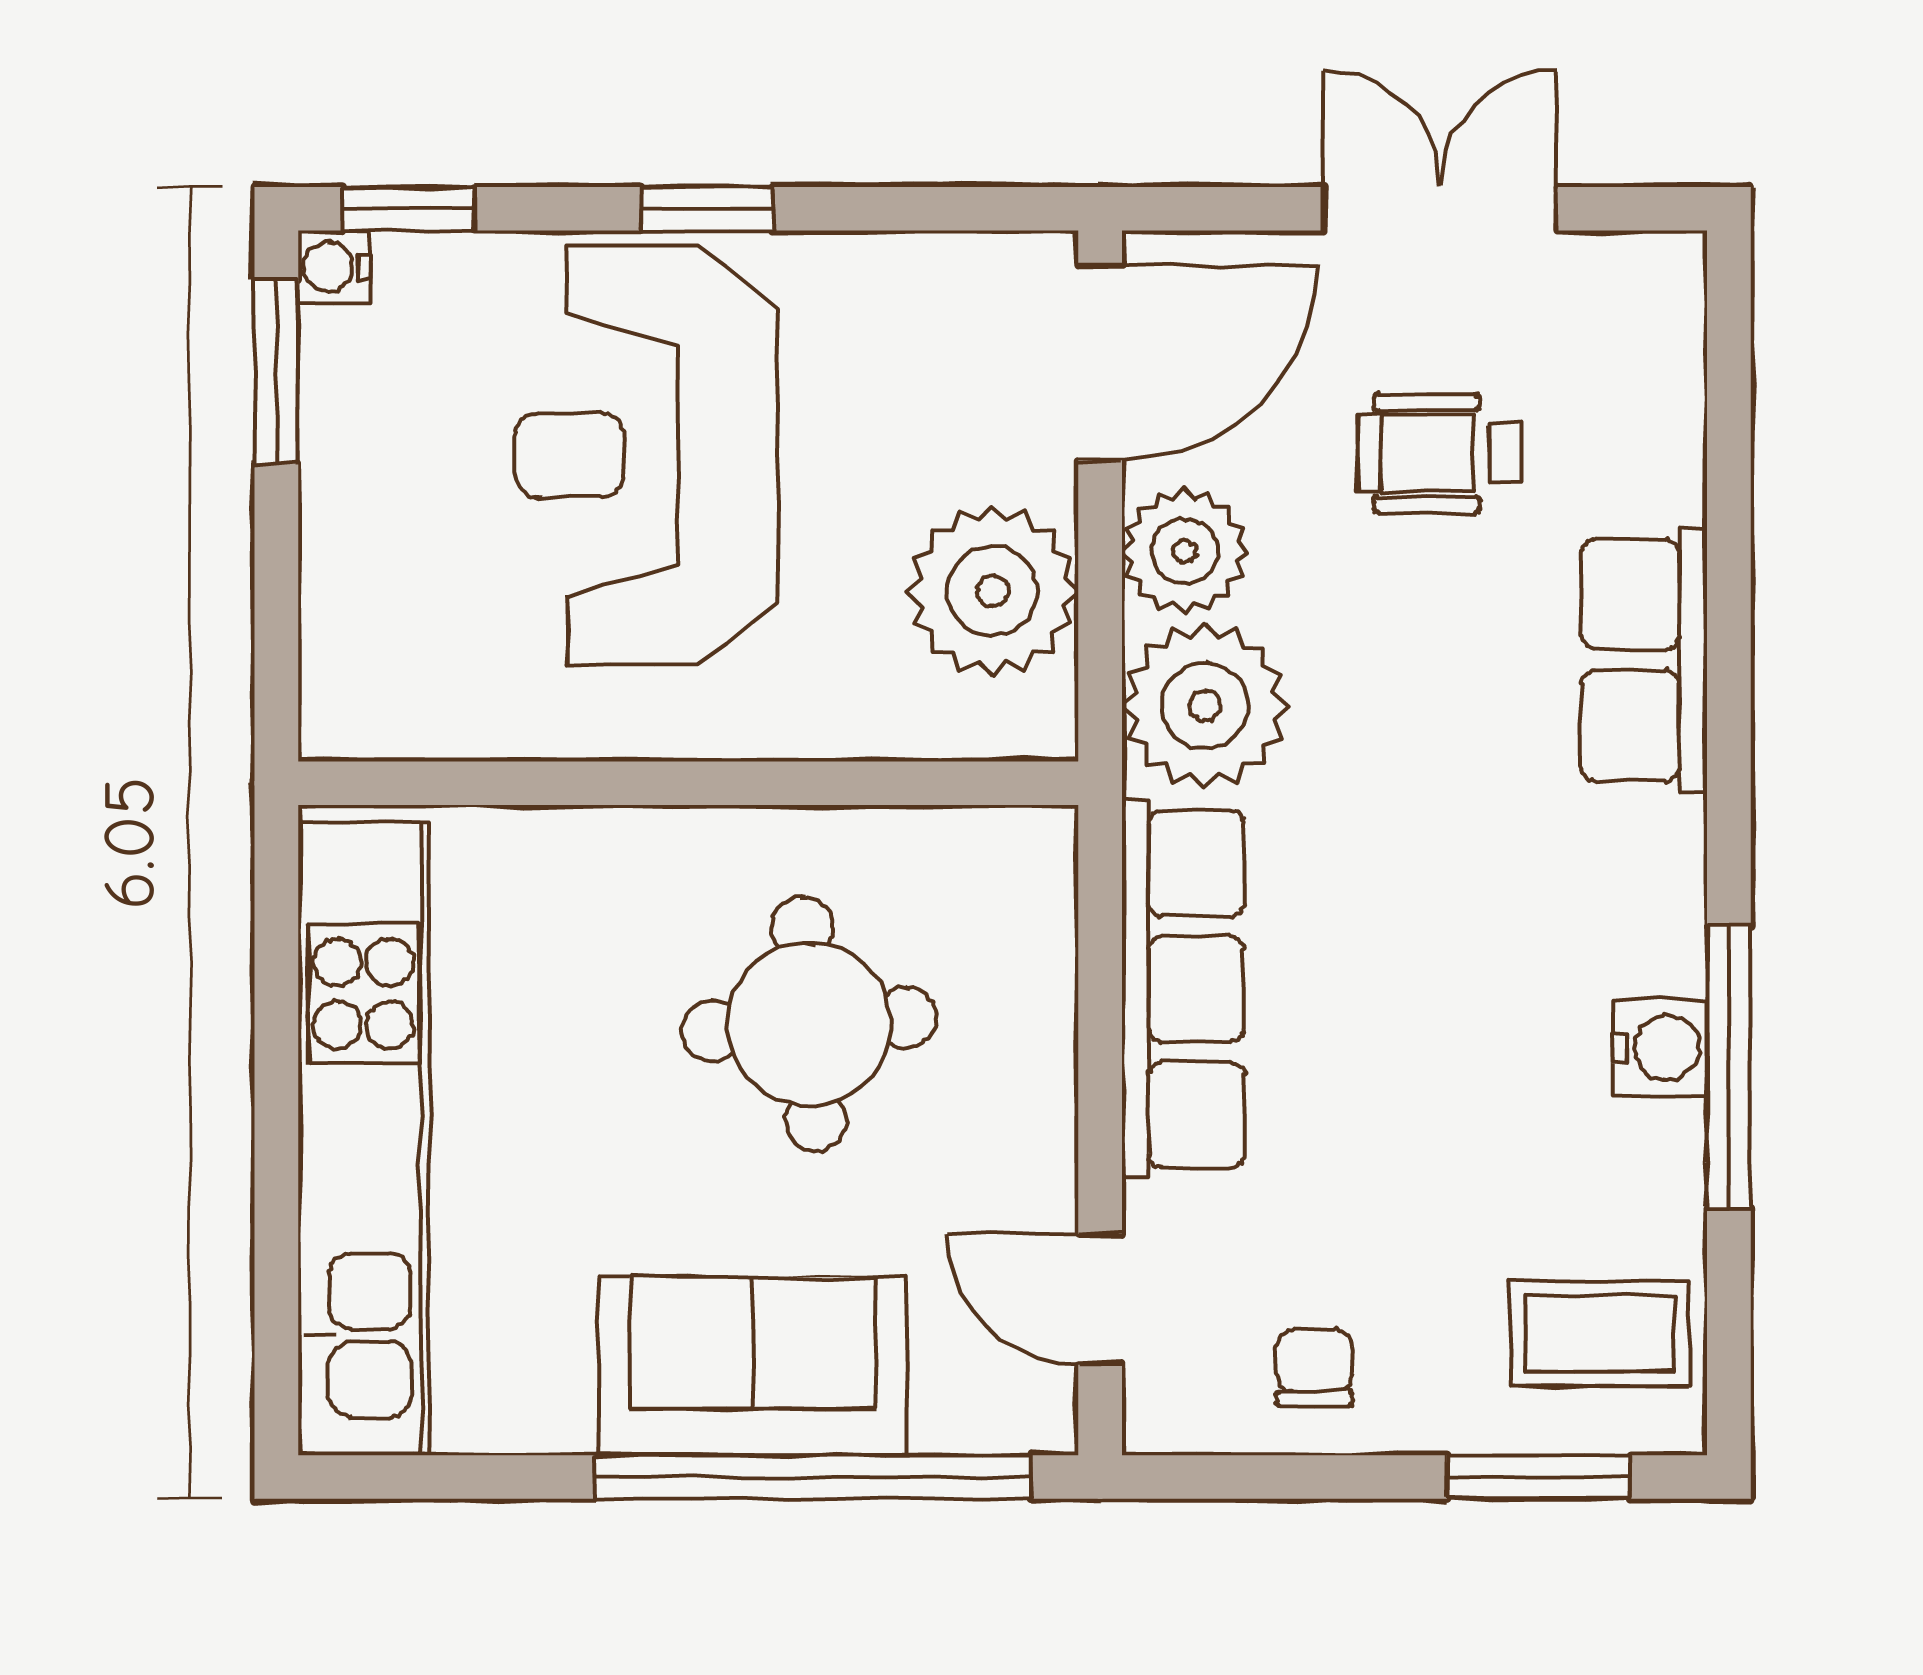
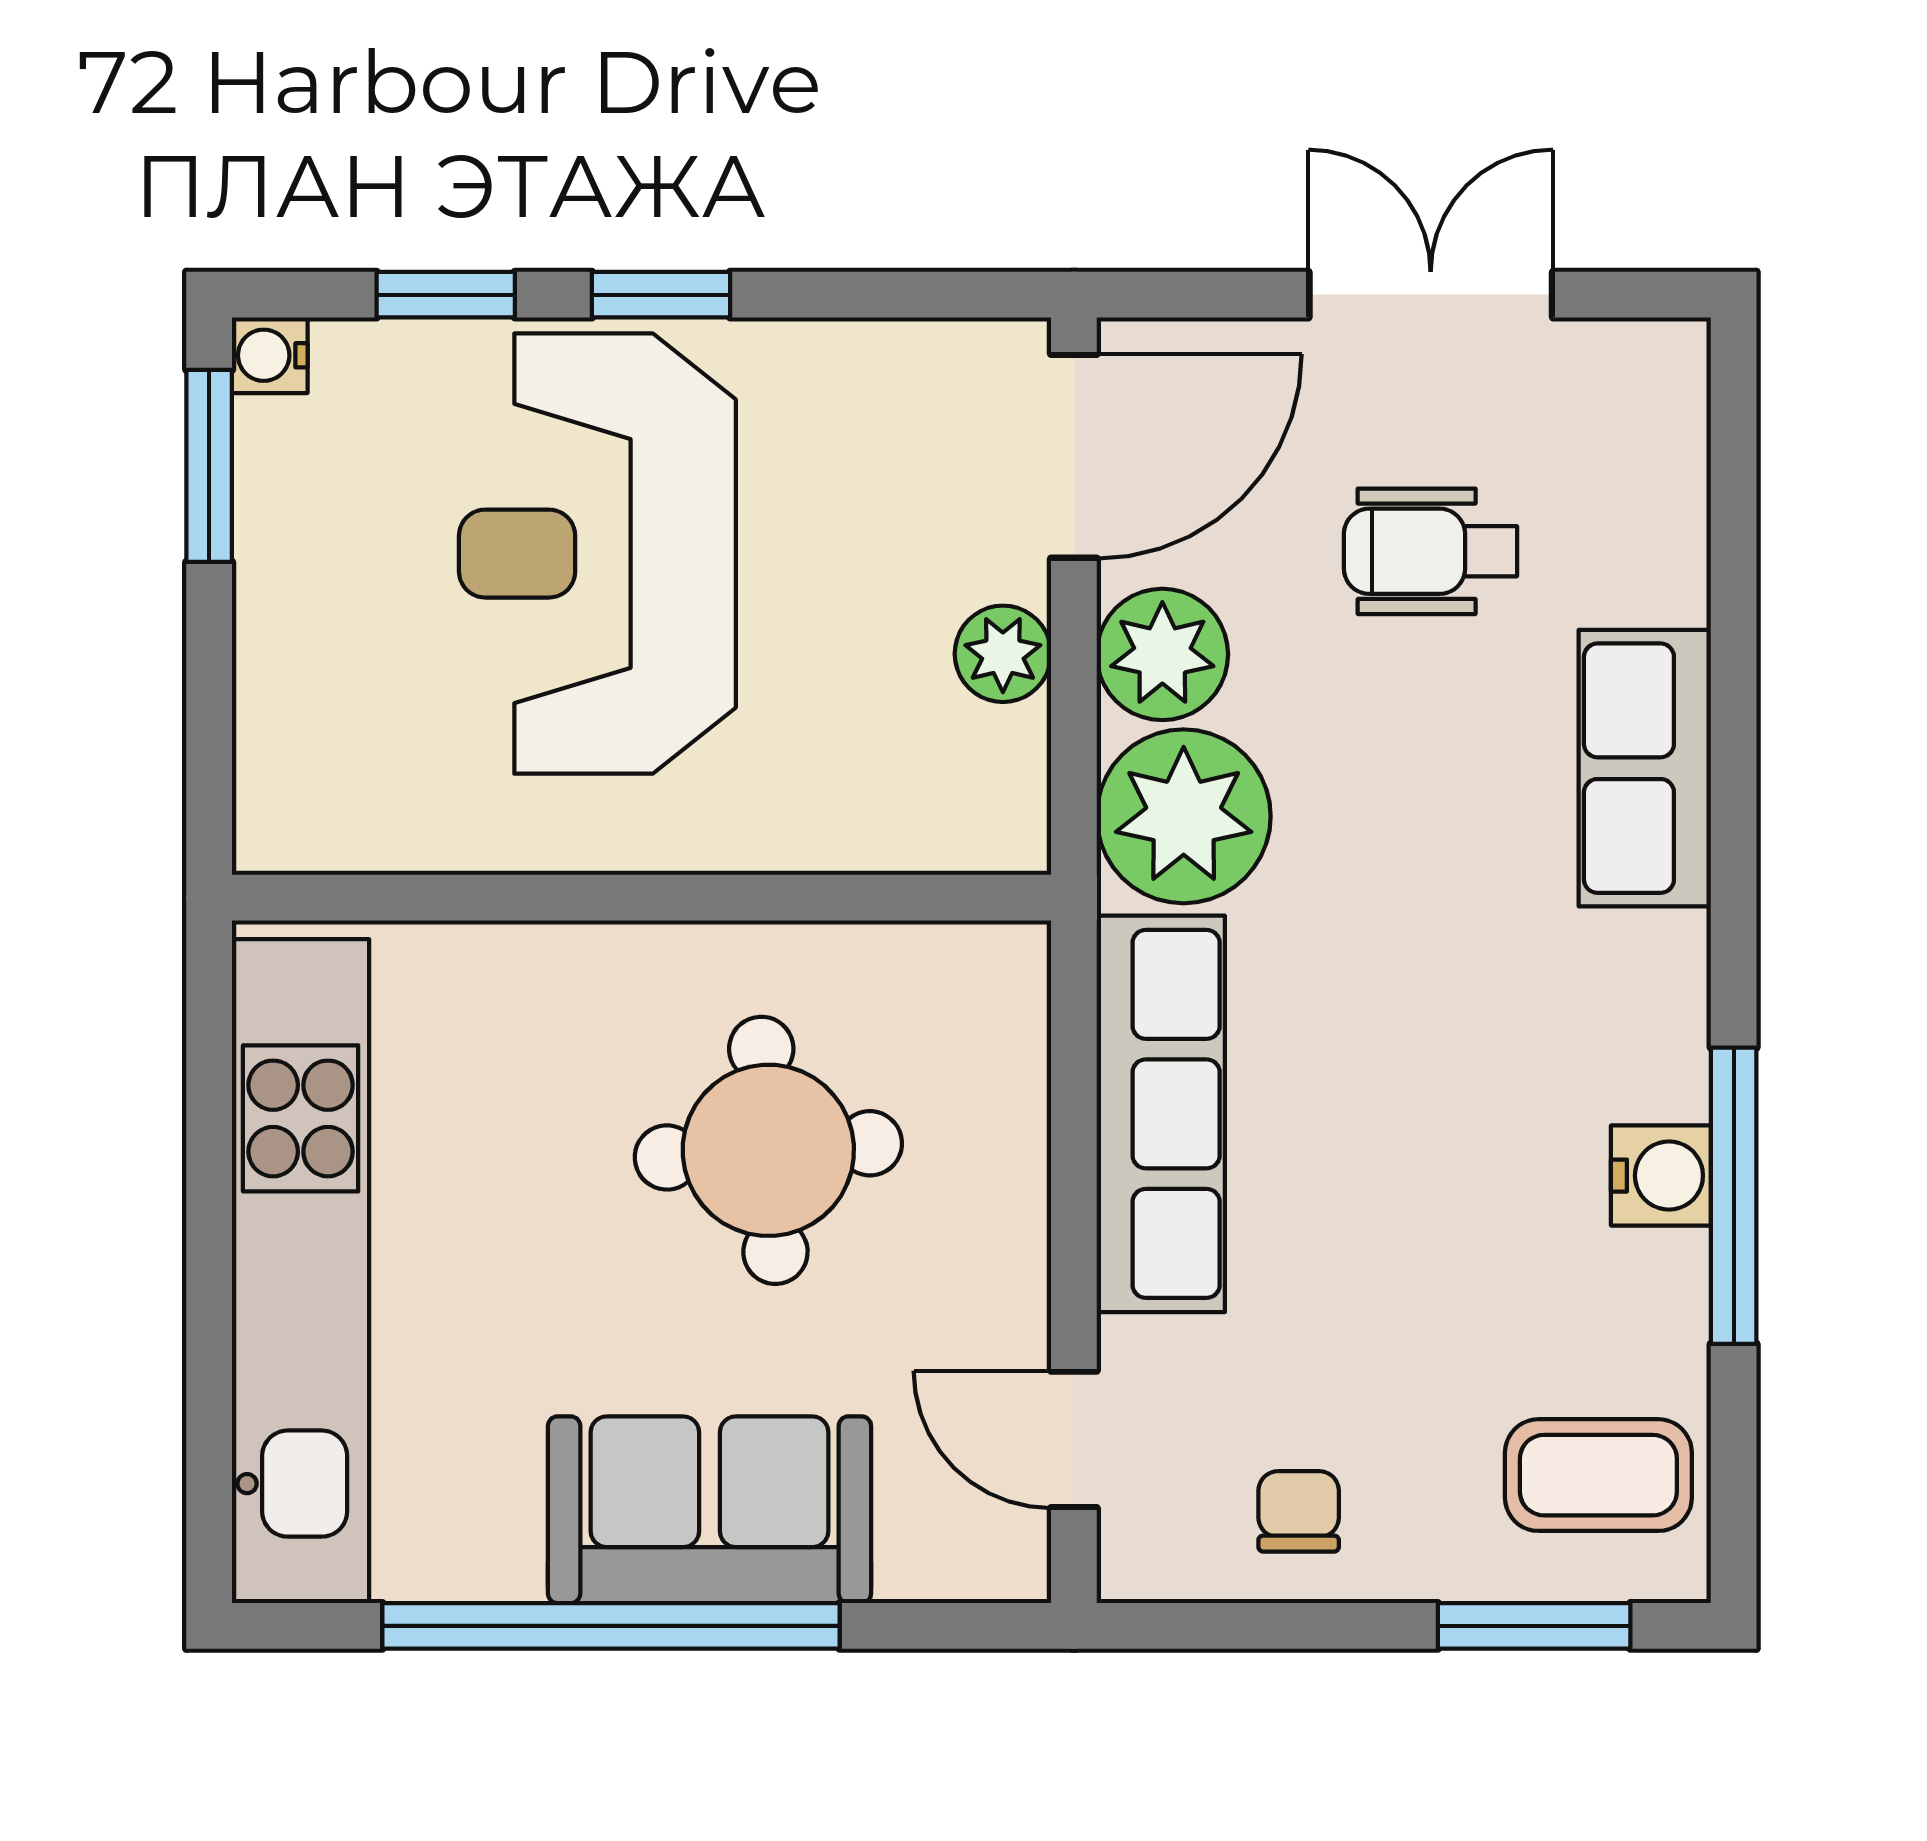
window: (408, 209) -> (446, 295), moved
plant: (992, 591) -> (1003, 654), width x0.53, depth x0.53
window: (813, 1477) -> (611, 1626), moved

